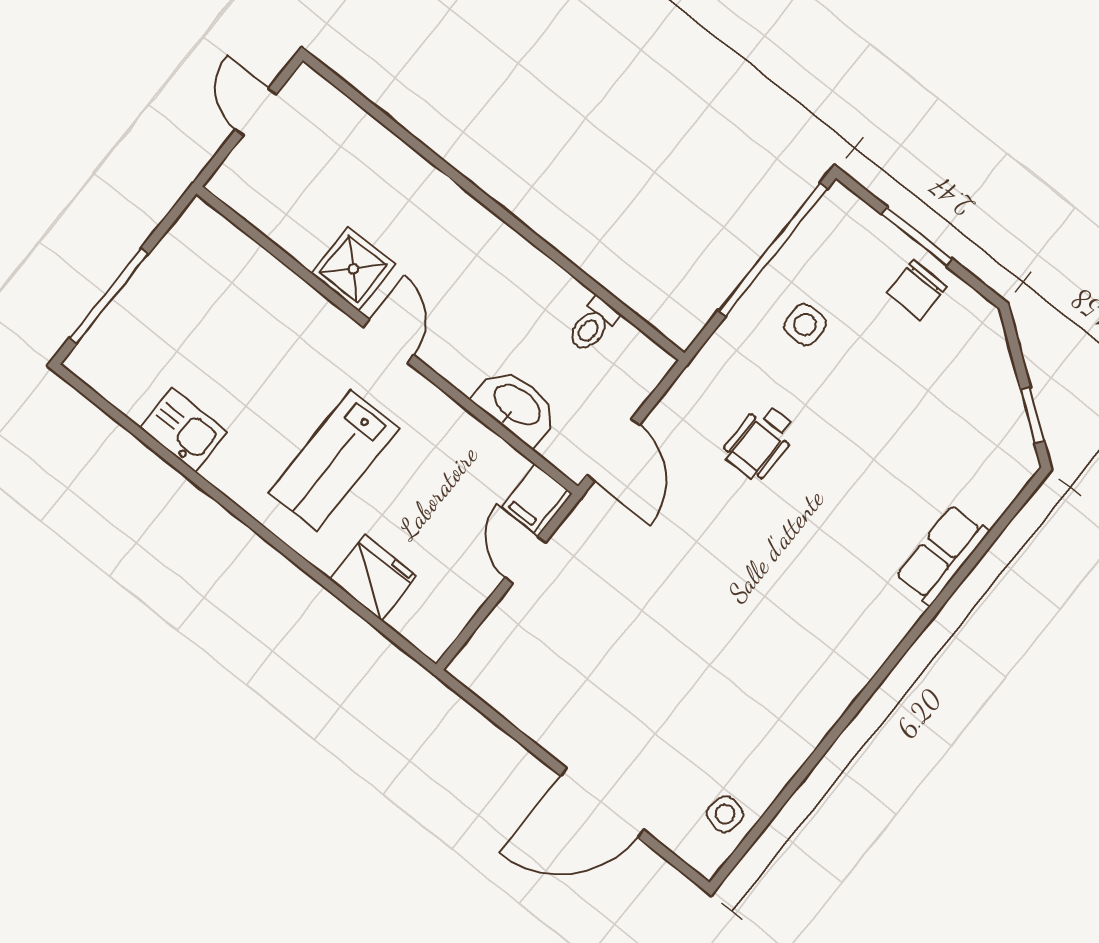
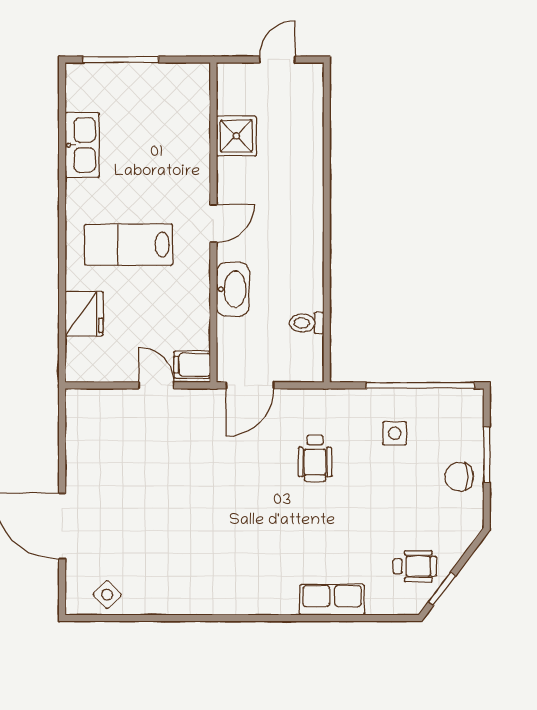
shower: (353, 269) -> (236, 136), moved
washbasin: (516, 406) -> (233, 289), moved
wheelchair: (980, 426) -> (415, 566), added
kitchen sink: (183, 430) -> (82, 145), width x1.38
wheelchair: (760, 442) -> (315, 458), turned -90
door: (525, 560) -> (156, 385), hinge flipped
side table: (725, 814) -> (107, 595), turned 35

